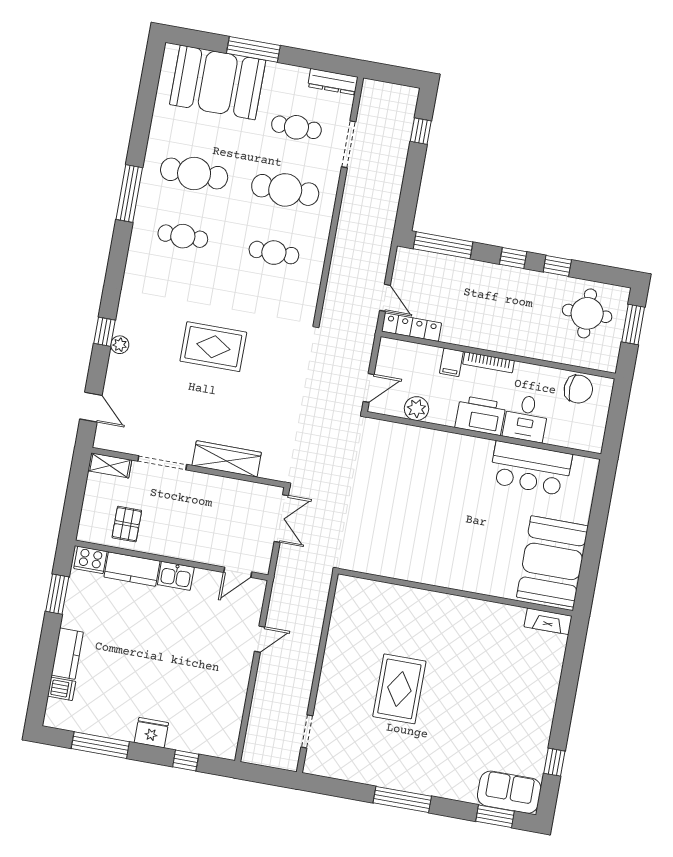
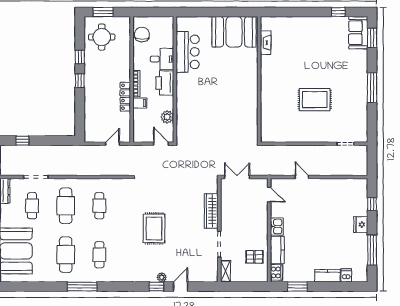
window: (443, 245) -> (80, 118), removed
locker: (411, 327) -> (125, 97), moved
door: (91, 407) -> (181, 287), moved
fireplace: (548, 621) -> (266, 43), moved

